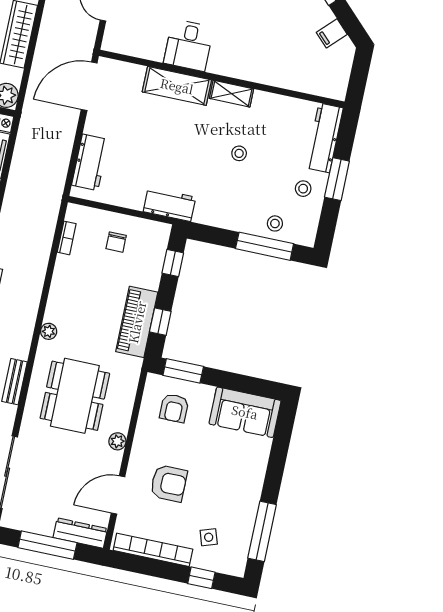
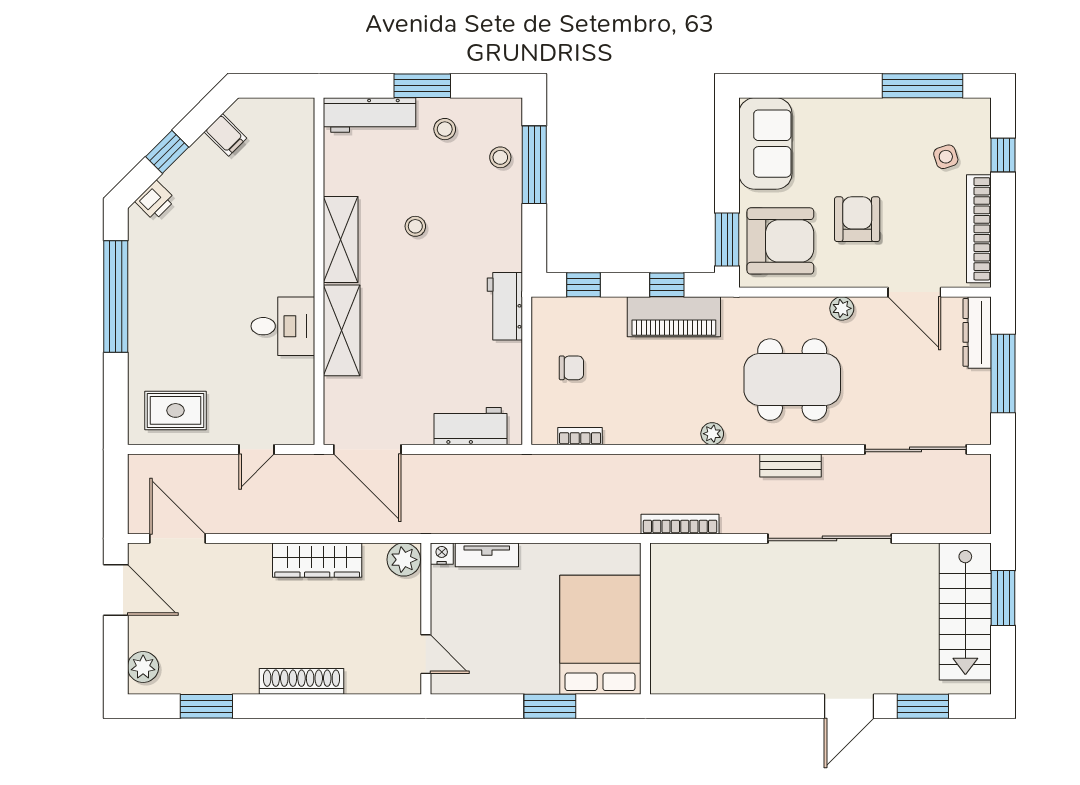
shelving: (232, 94) -> (341, 239), width x1.50, depth x1.33
armchair: (174, 408) -> (780, 241), width x1.88, depth x1.88
armchair: (169, 483) -> (857, 219), moved

